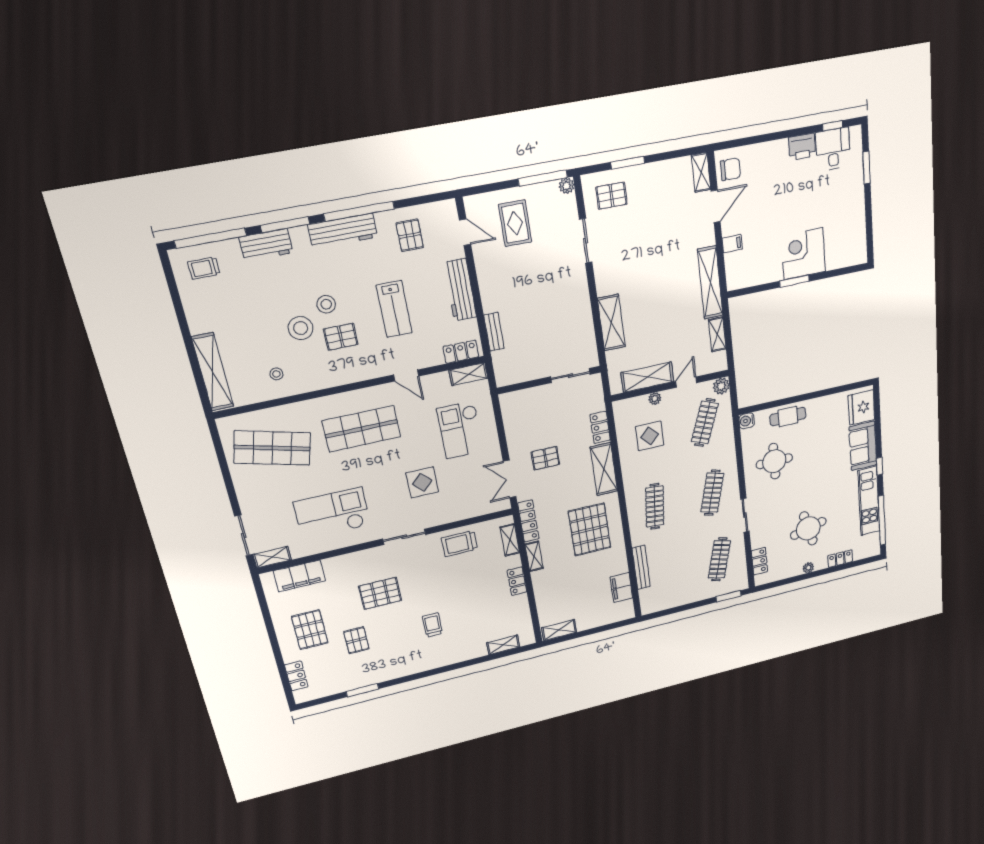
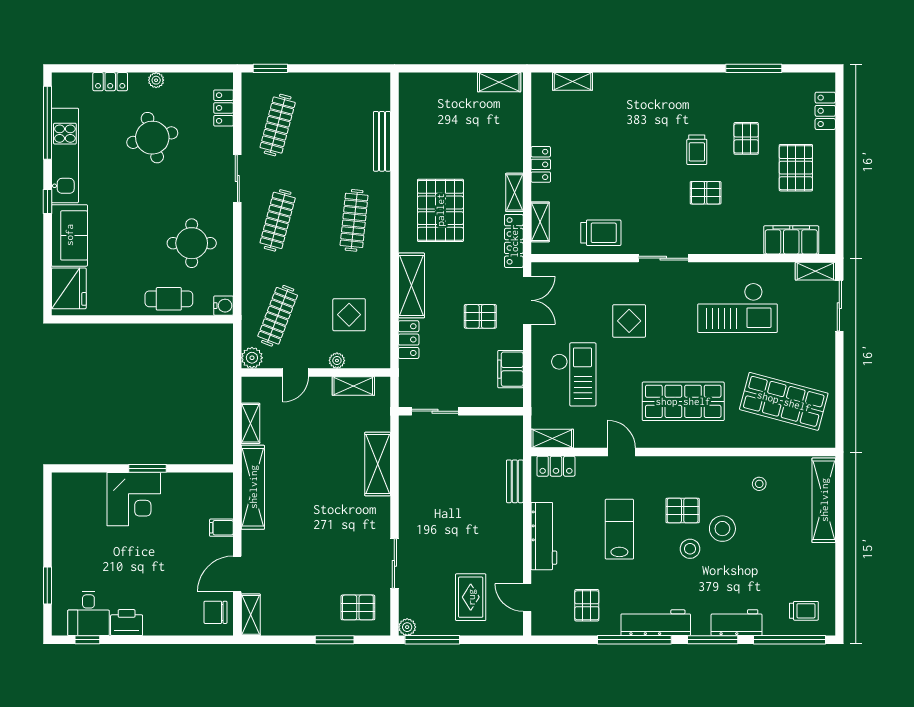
shelving: (647, 377) -> (353, 386), width x0.67, depth x0.75
filing cabinet: (621, 587) -> (510, 369), moved, turned 180
pallet: (380, 593) -> (706, 193), width x0.67, depth x0.71
trolley: (432, 625) -> (697, 150), moved
window: (362, 690) -> (754, 68), width x1.44

